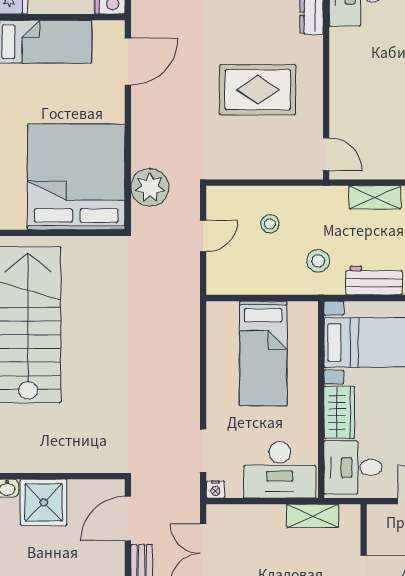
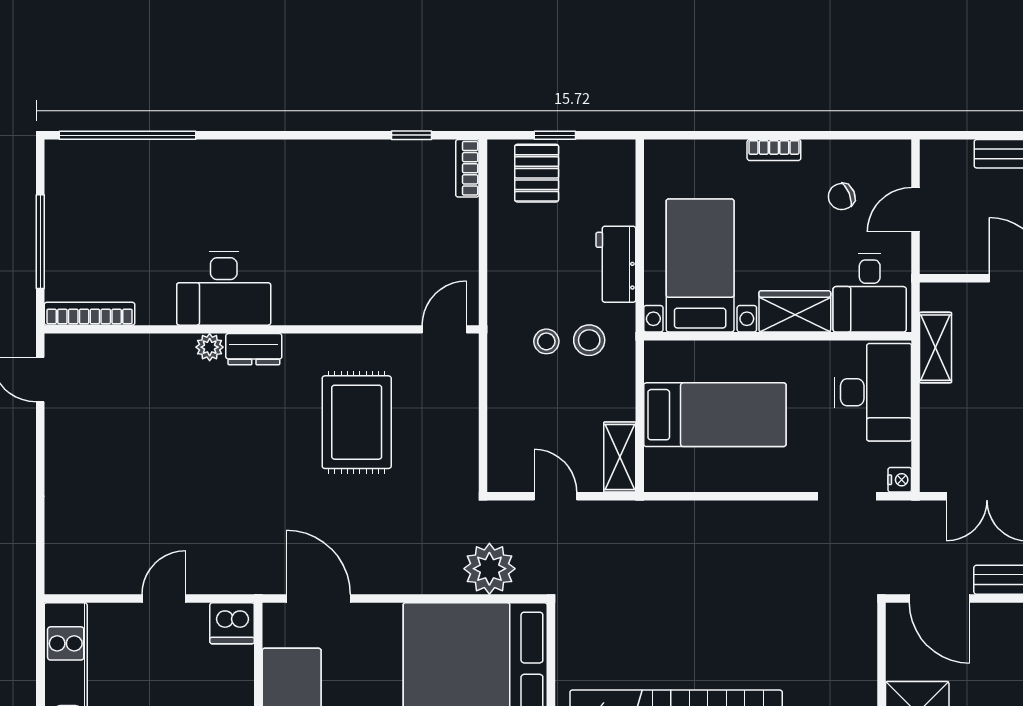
shelving: (375, 197) -> (620, 457), moved
stool: (270, 224) -> (546, 341), moved

